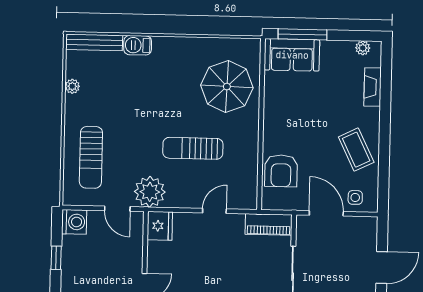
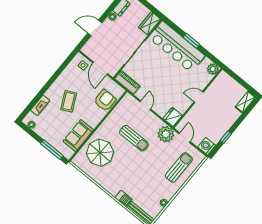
sofa: (292, 55) -> (78, 136), moved, turned -90
coffee table: (356, 150) -> (69, 101), moved
door: (214, 211) -> (145, 105), swing flipped

